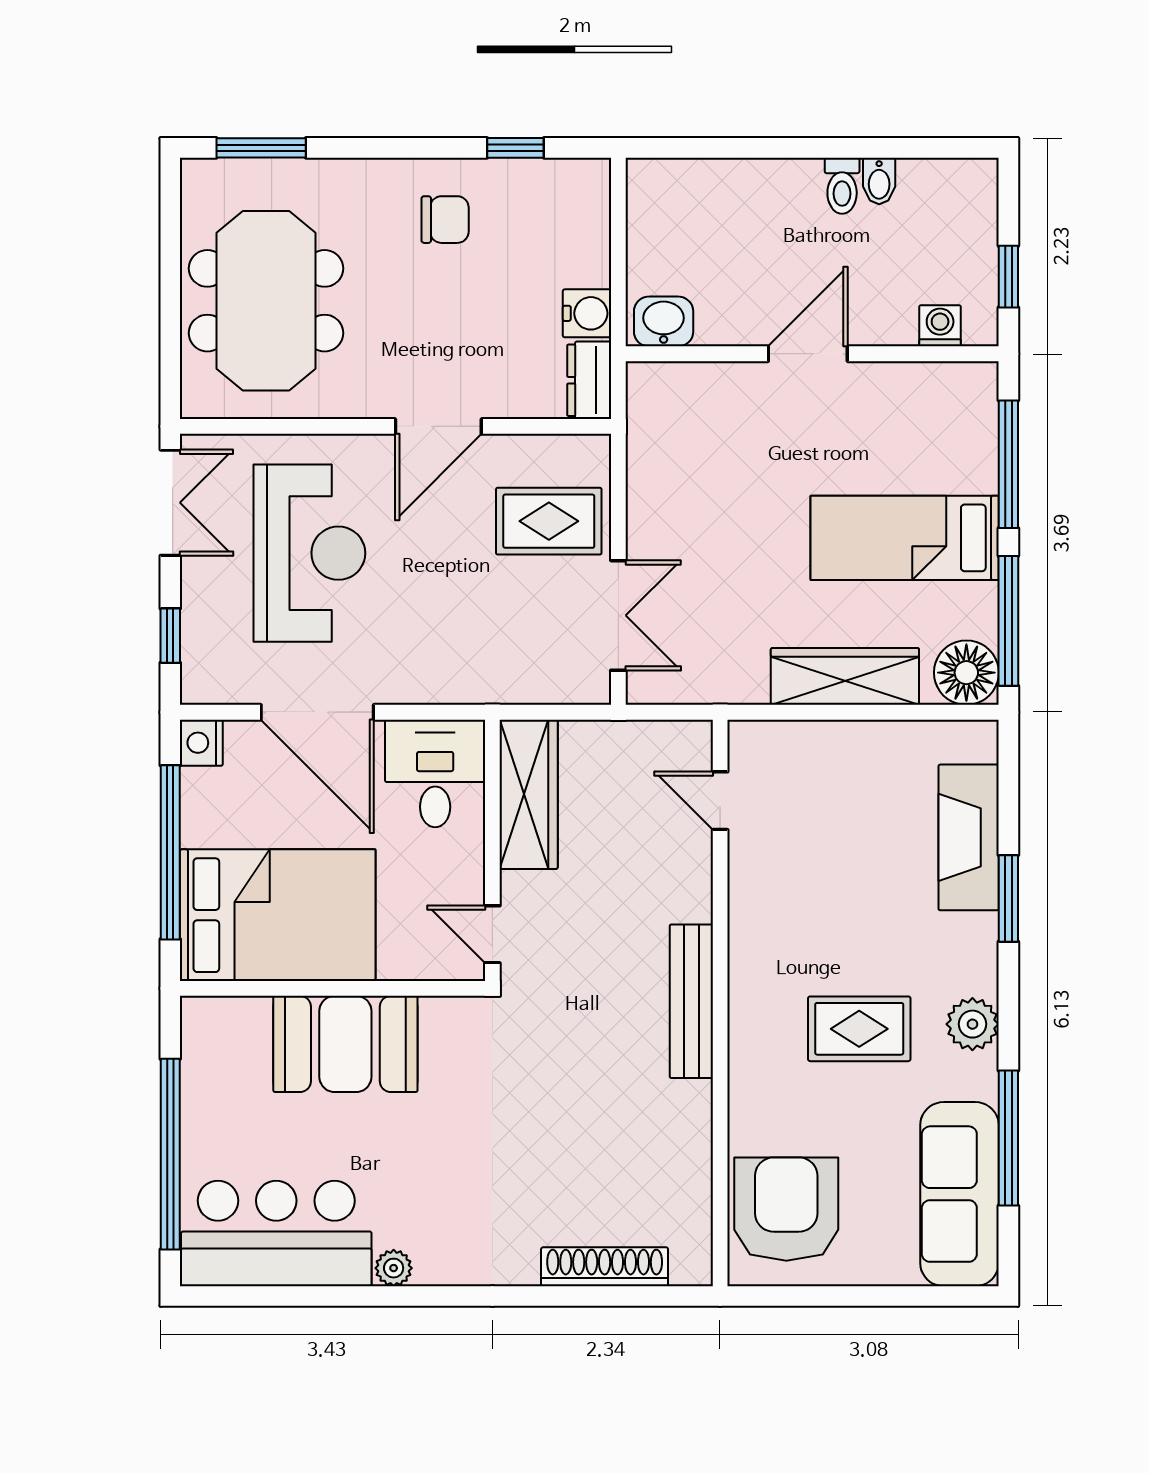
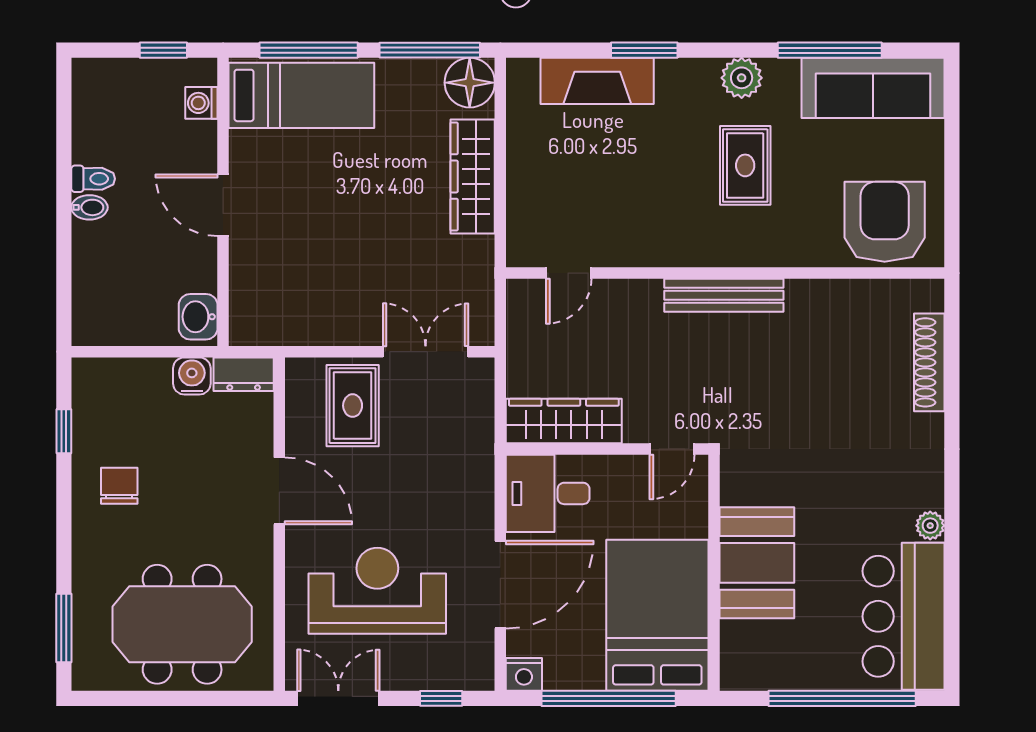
bidet: (879, 181) -> (89, 207), moved
bed: (905, 538) -> (301, 95), moved, turned -90
armchair: (786, 1209) -> (885, 222), turned 90

